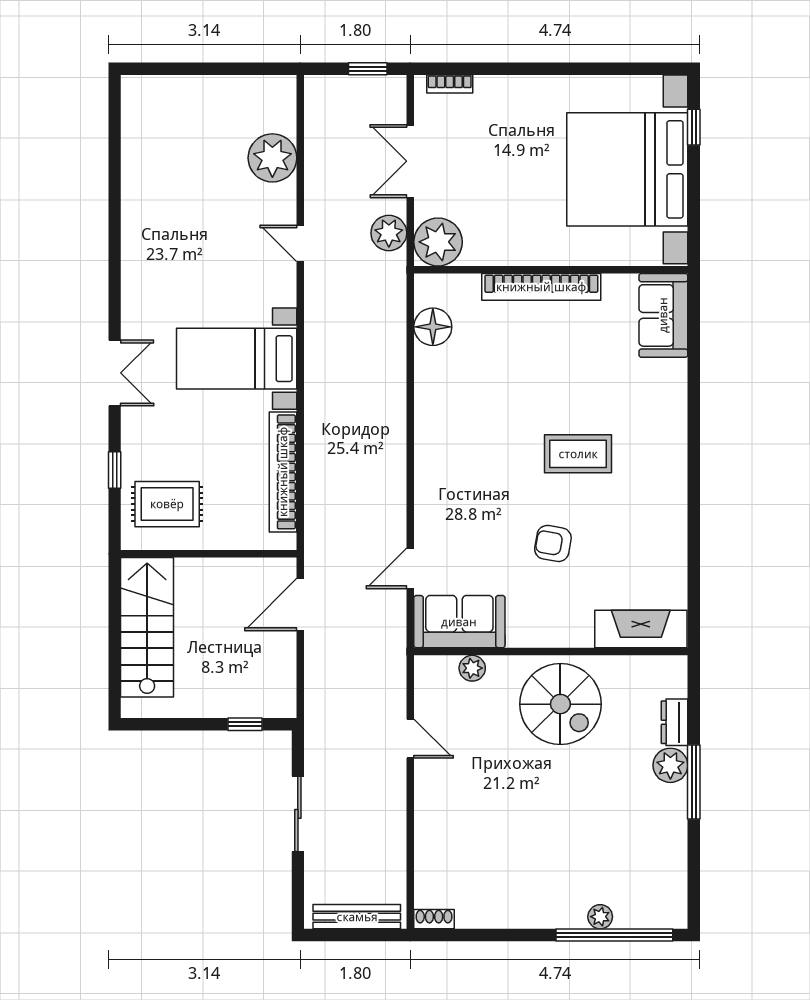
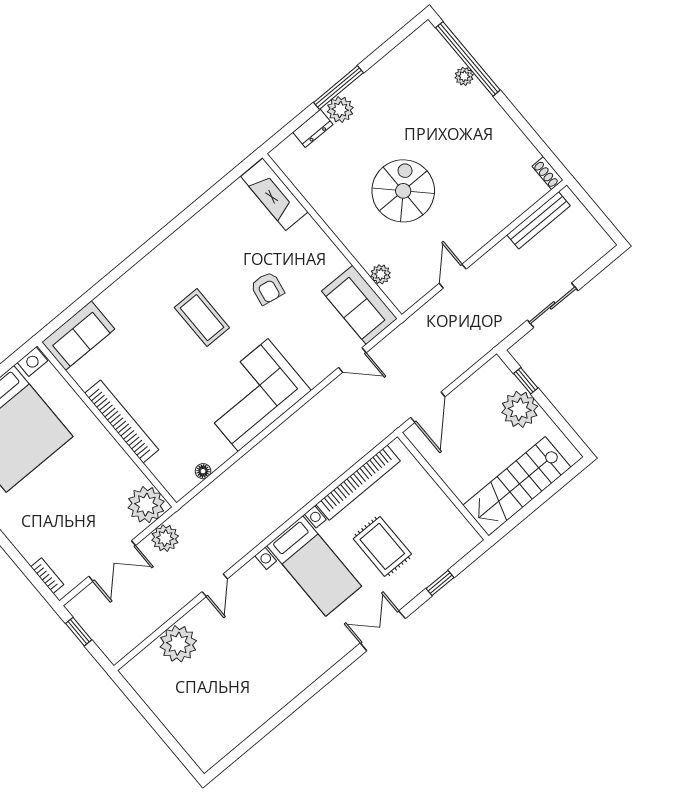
floor lamp: (433, 327) -> (203, 471), width x0.53, depth x0.53
corner sofa: (458, 440) -> (253, 395), added
rug: (167, 504) -> (382, 546), moved
door: (300, 604) -> (428, 407), hinge flipped
plant: (221, 694) -> (520, 409), added
spiral stairs: (560, 704) -> (403, 191), moved
bench: (357, 917) -> (539, 220), moved, turned 90

